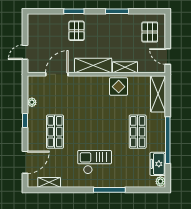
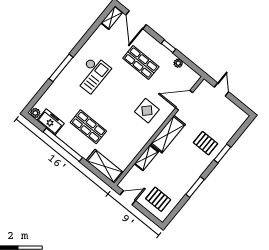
door: (57, 74) -> (184, 100), swing flipped
display table: (119, 87) -> (147, 111), moved
shelving: (49, 182) -> (112, 18), moved

